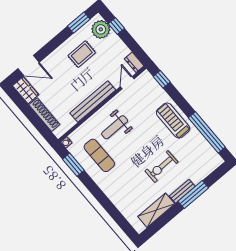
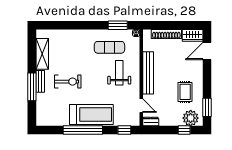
treadmill: (173, 121) -> (91, 115), width x1.37, depth x1.38
window: (207, 132) -> (83, 130), moved
exercise bike: (161, 167) -> (68, 82), turned 91

